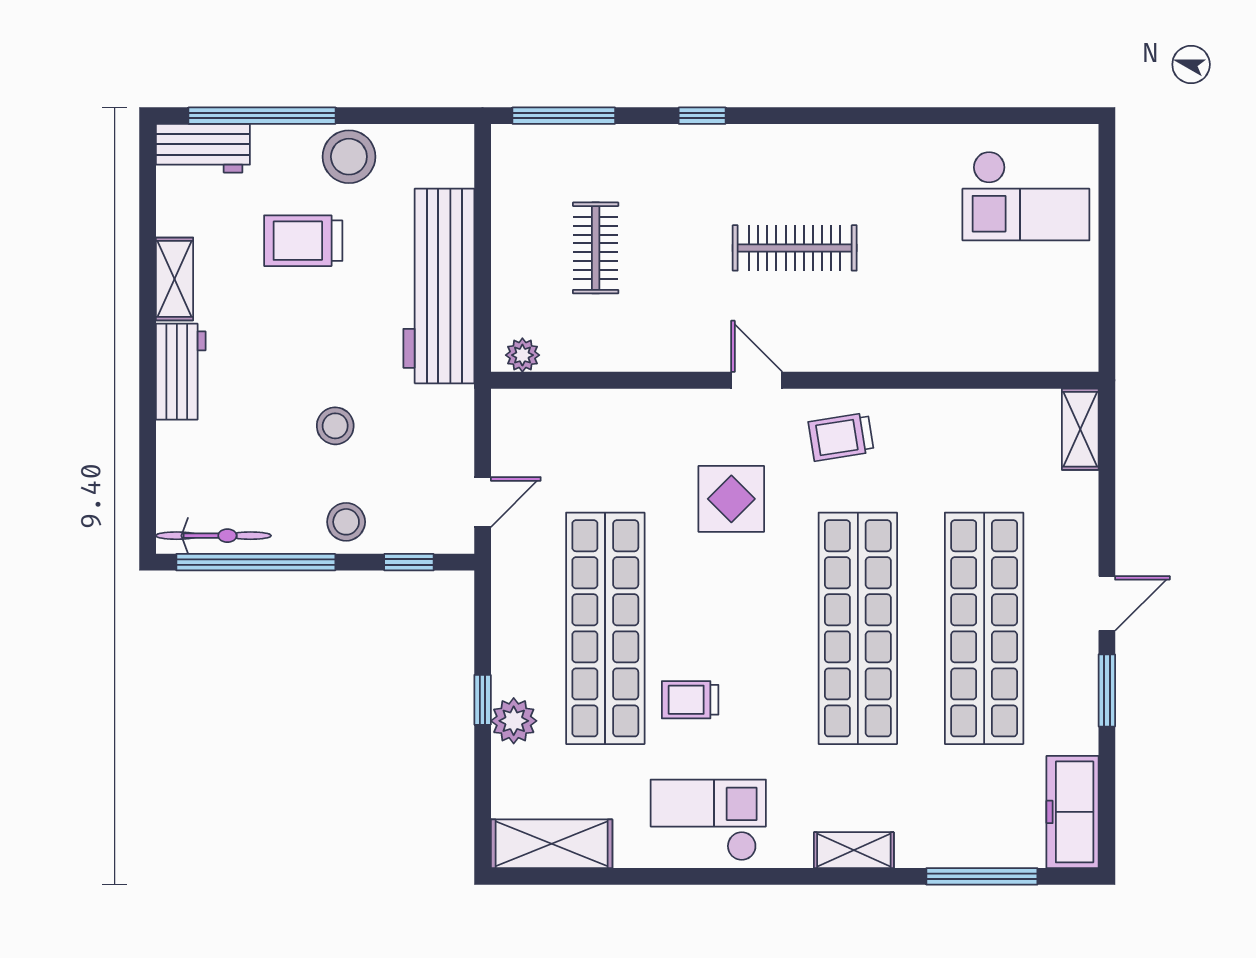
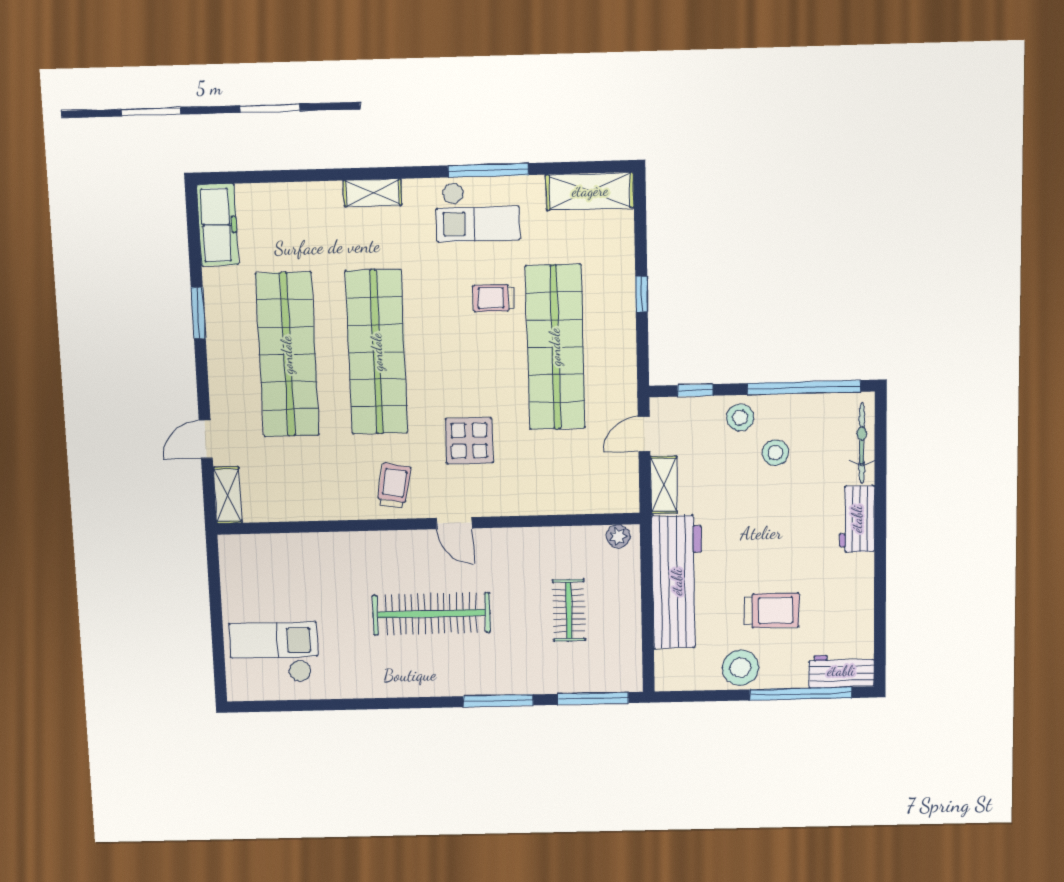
window: (702, 116) -> (498, 701), width x2.17
clothes rail: (795, 248) -> (431, 614), width x1.37, depth x1.31
shelving: (175, 279) -> (664, 485), moved
stool: (335, 426) -> (775, 453), moved
trolley: (841, 437) -> (394, 486), turned -70
bicycle: (214, 536) -> (862, 443), moved, turned 90
door: (1107, 603) -> (206, 439), moved
trolley: (690, 700) -> (494, 298), turned 180
plant: (514, 721) -> (619, 280), removed
window: (982, 876) -> (488, 170), moved

